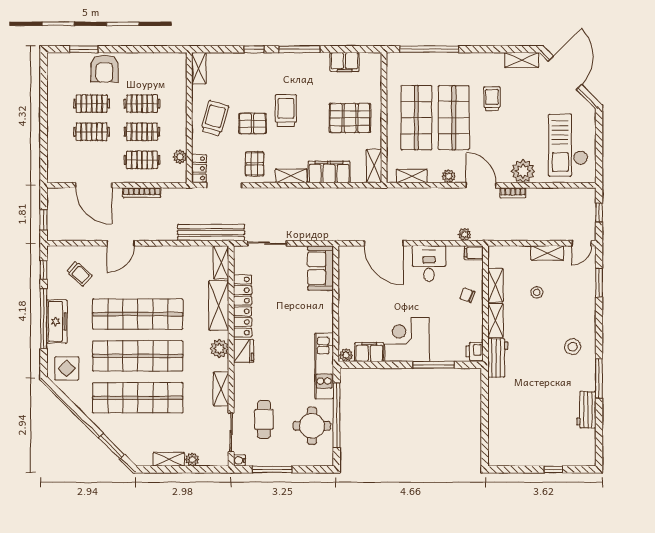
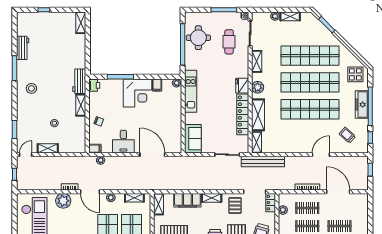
shelving: (496, 285) -> (81, 23), moved
filing cabinet: (369, 352) -> (157, 85), width x0.50
kitchen unit: (324, 366) -> (191, 91), moved

